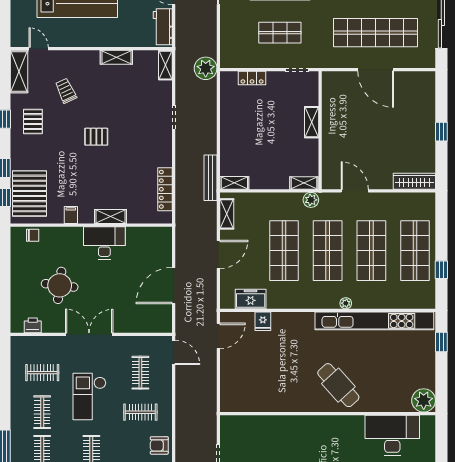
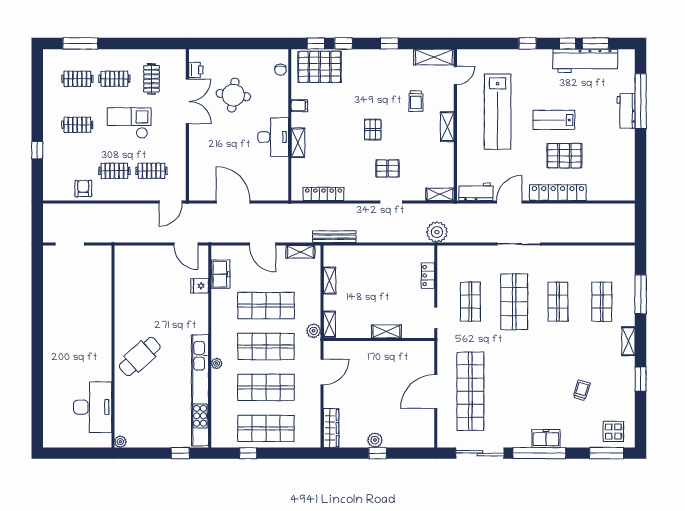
shelving: (116, 57) -> (447, 127), moved
trolley: (66, 91) -> (416, 101), turned 115
pallet: (33, 122) -> (388, 168), moved
plant: (427, 134) -> (375, 440), added
shelving: (234, 183) -> (330, 281), moved
double door: (89, 334) -> (187, 101), moved
plant: (424, 400) -> (120, 442), width x0.53, depth x0.53
clothes rail: (140, 412) -> (114, 171), turned 90

